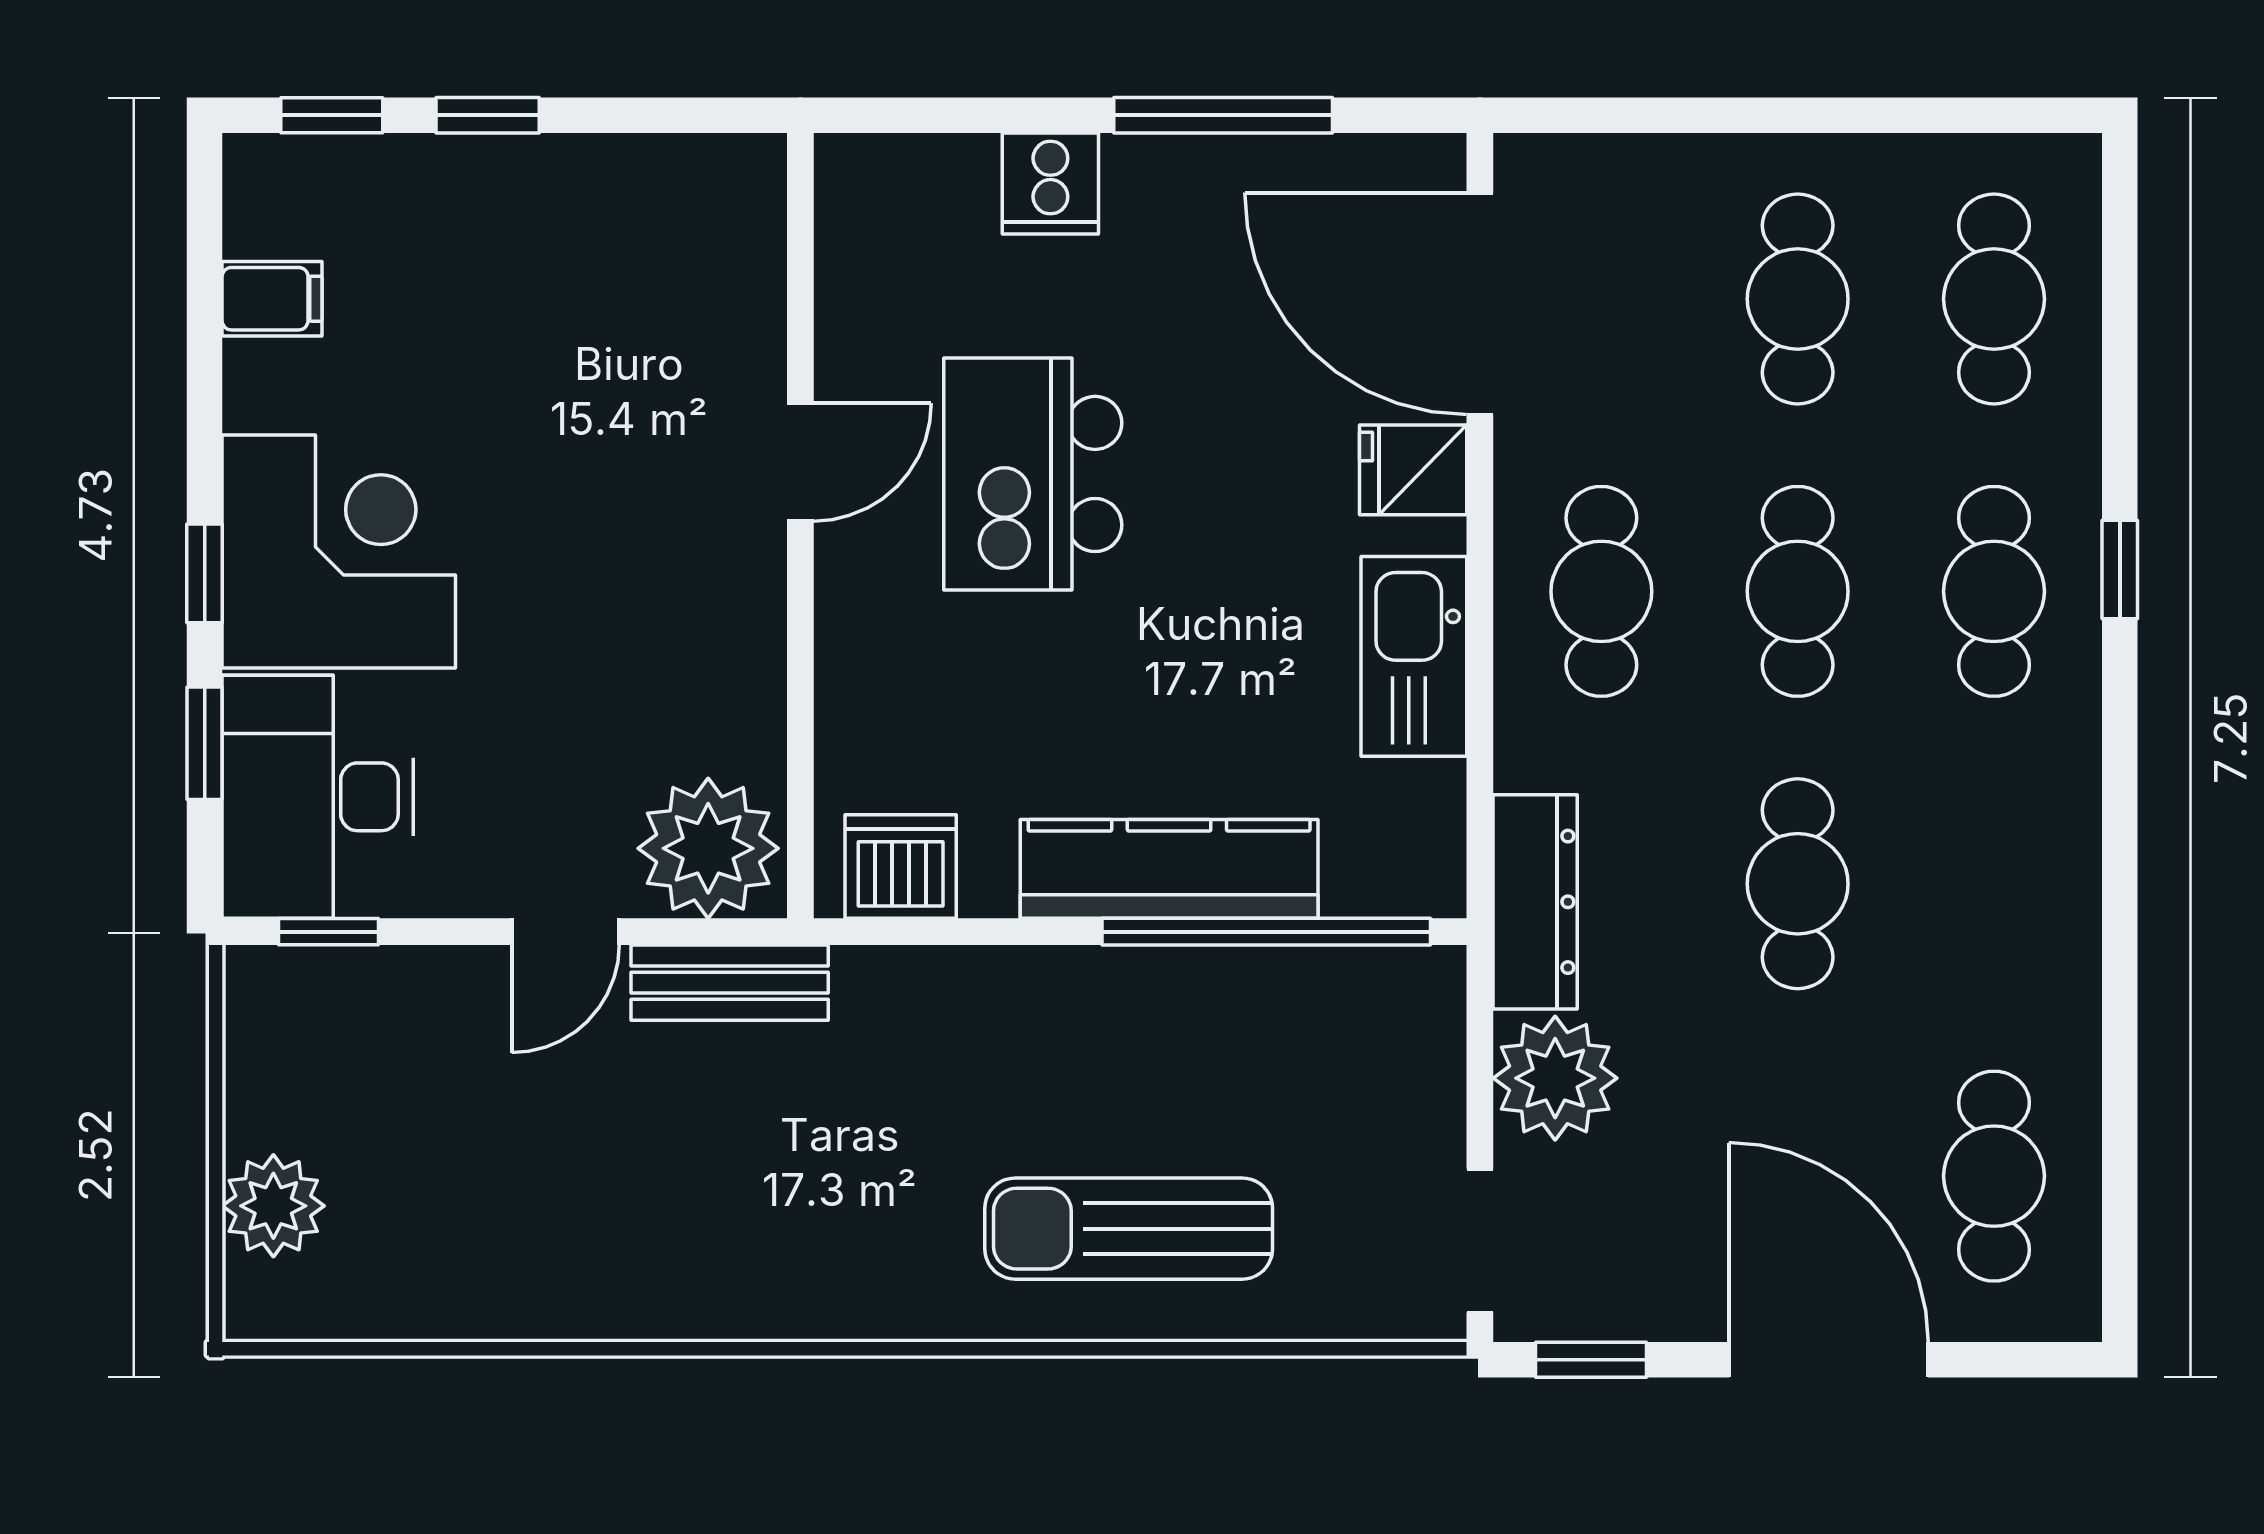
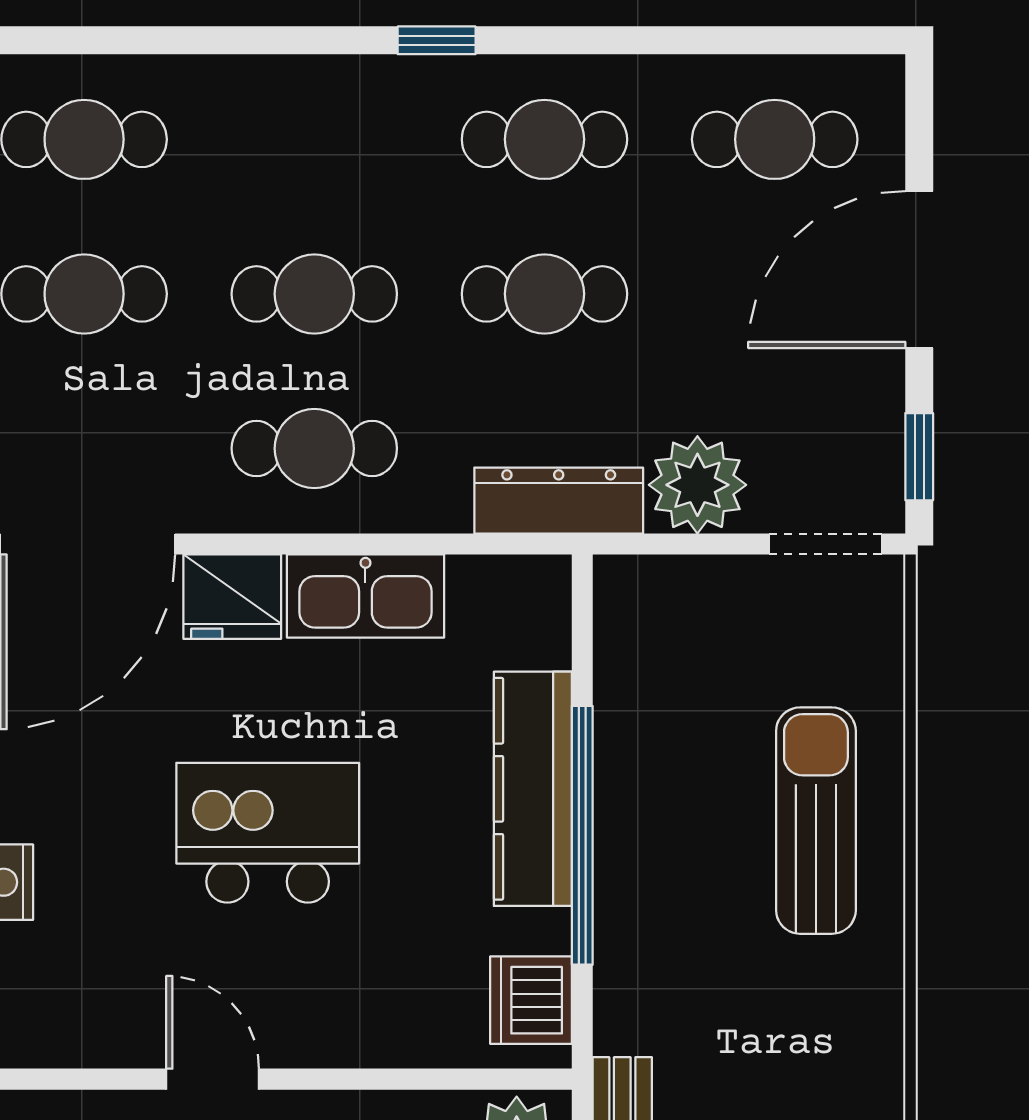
fridge: (1413, 470) -> (232, 597), width x1.38
kitchen island: (1033, 474) -> (268, 833), moved, turned 180
window: (2120, 569) -> (437, 40), moved
cafe table: (1994, 591) -> (544, 139), moved
window: (1266, 932) -> (582, 835), moved
sun lounger: (1129, 1229) -> (816, 821), turned 180

